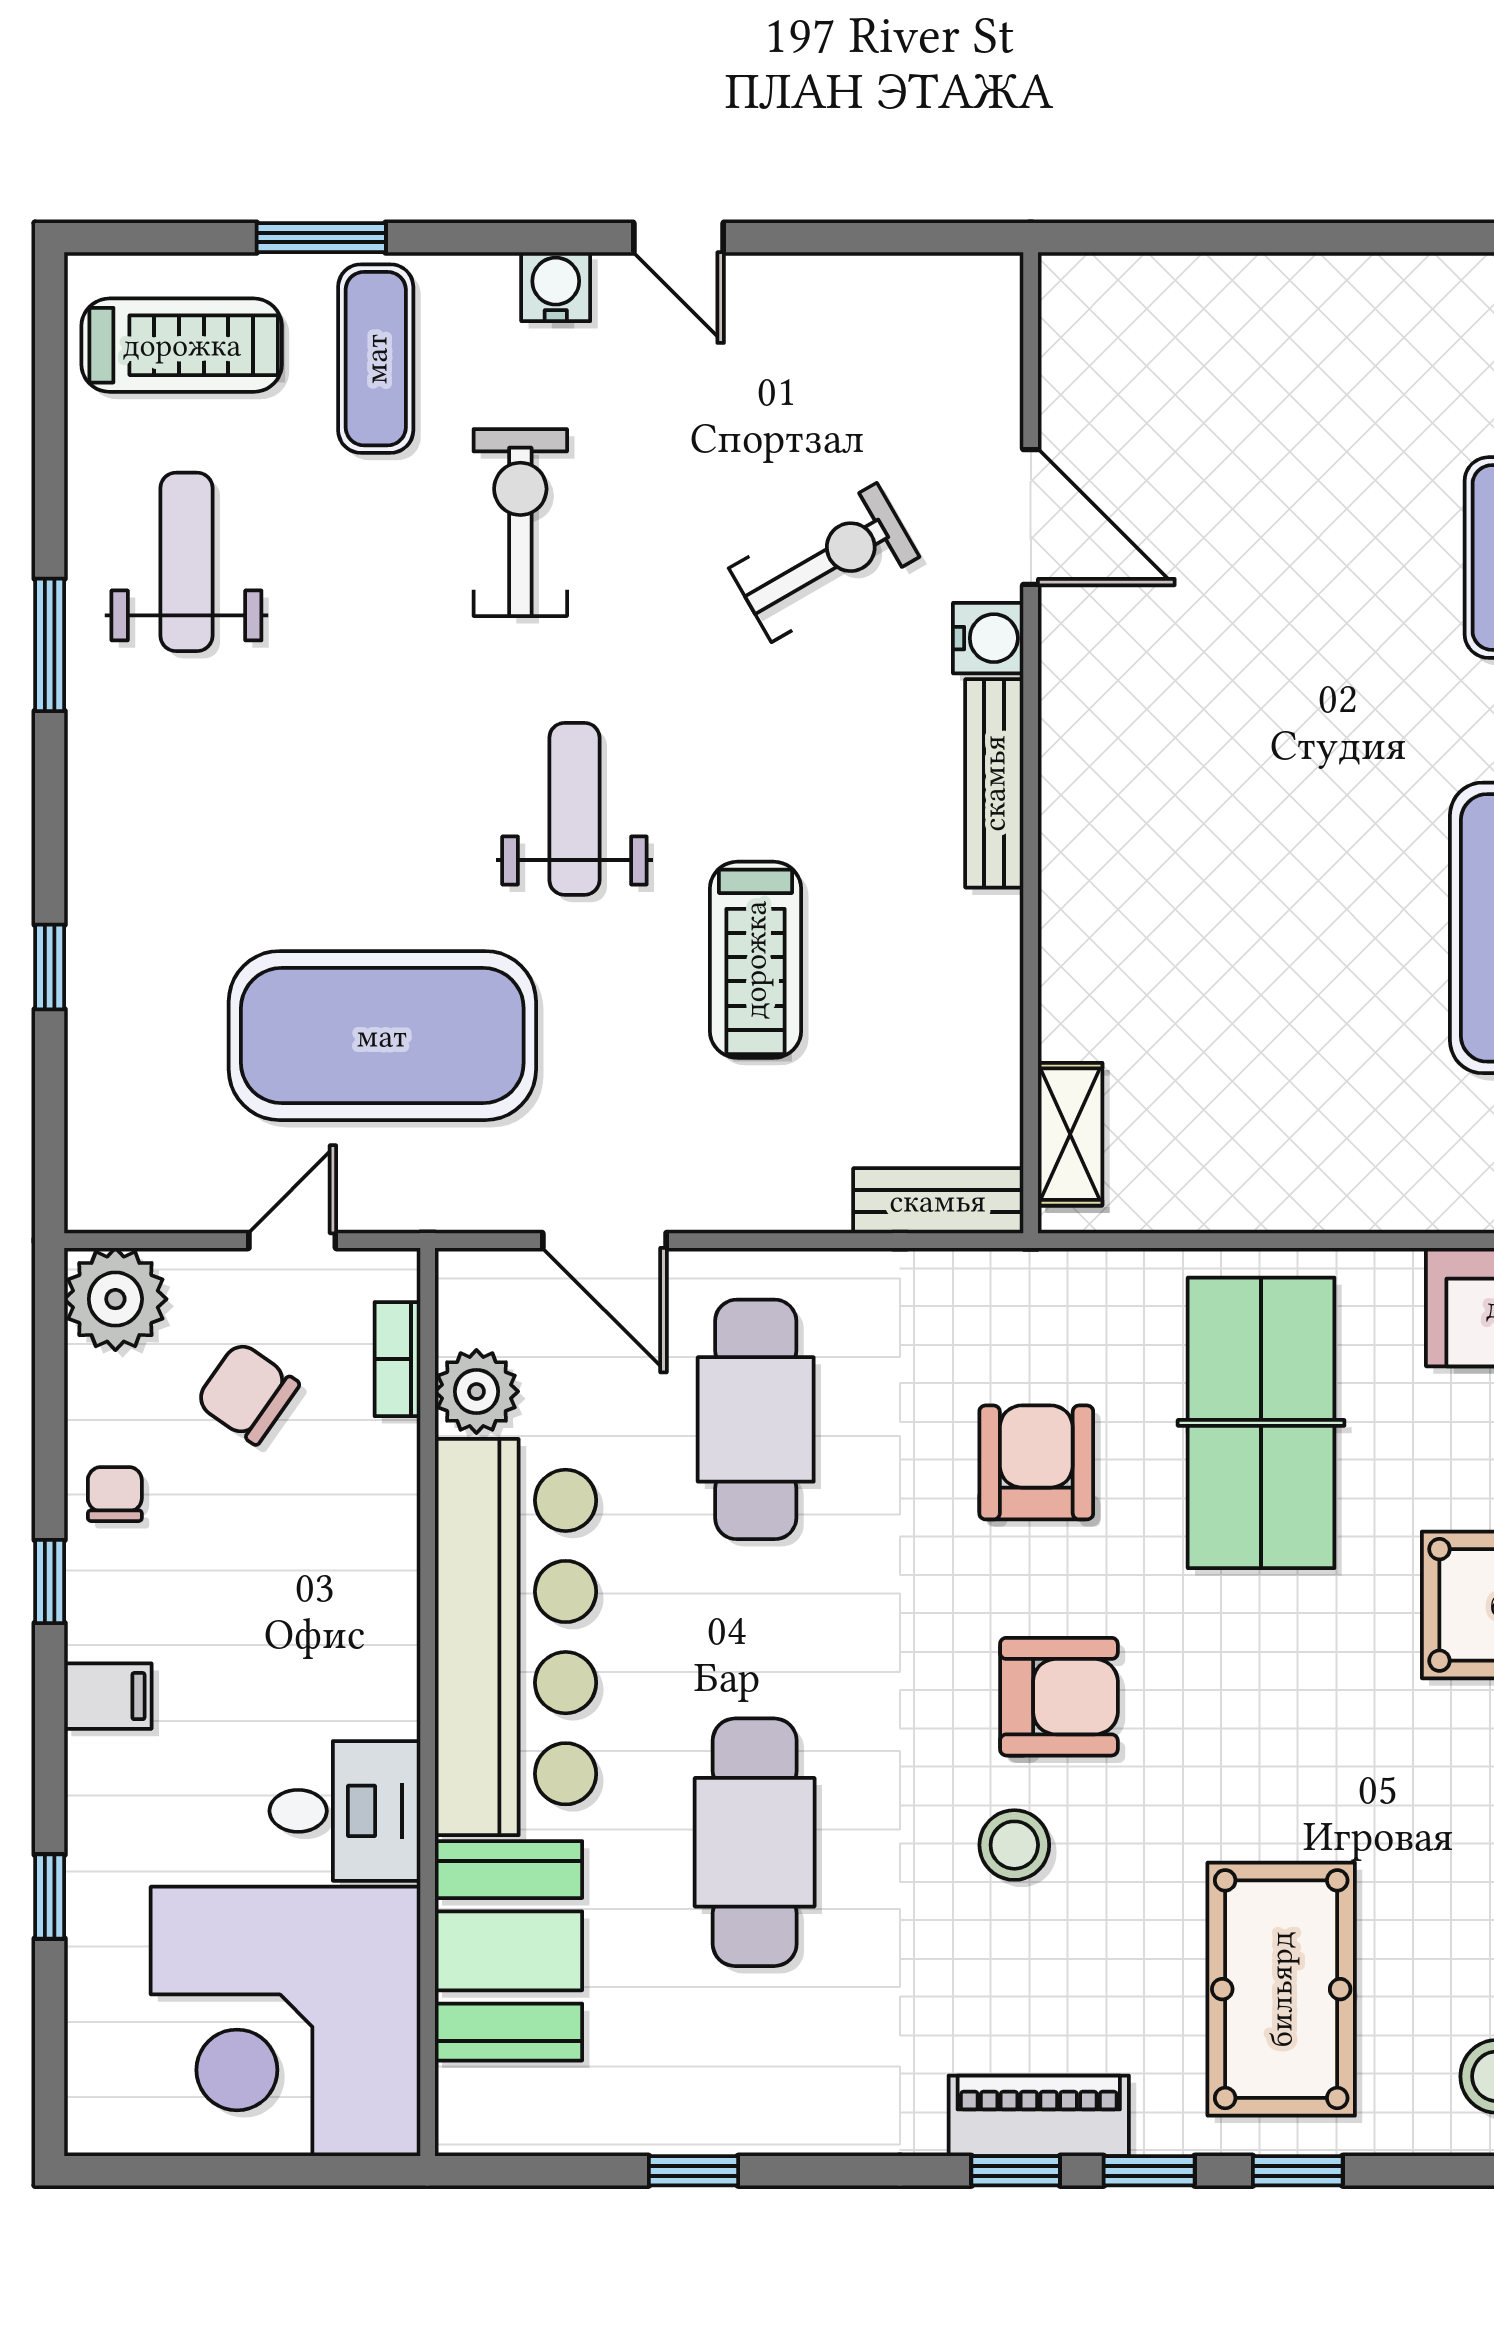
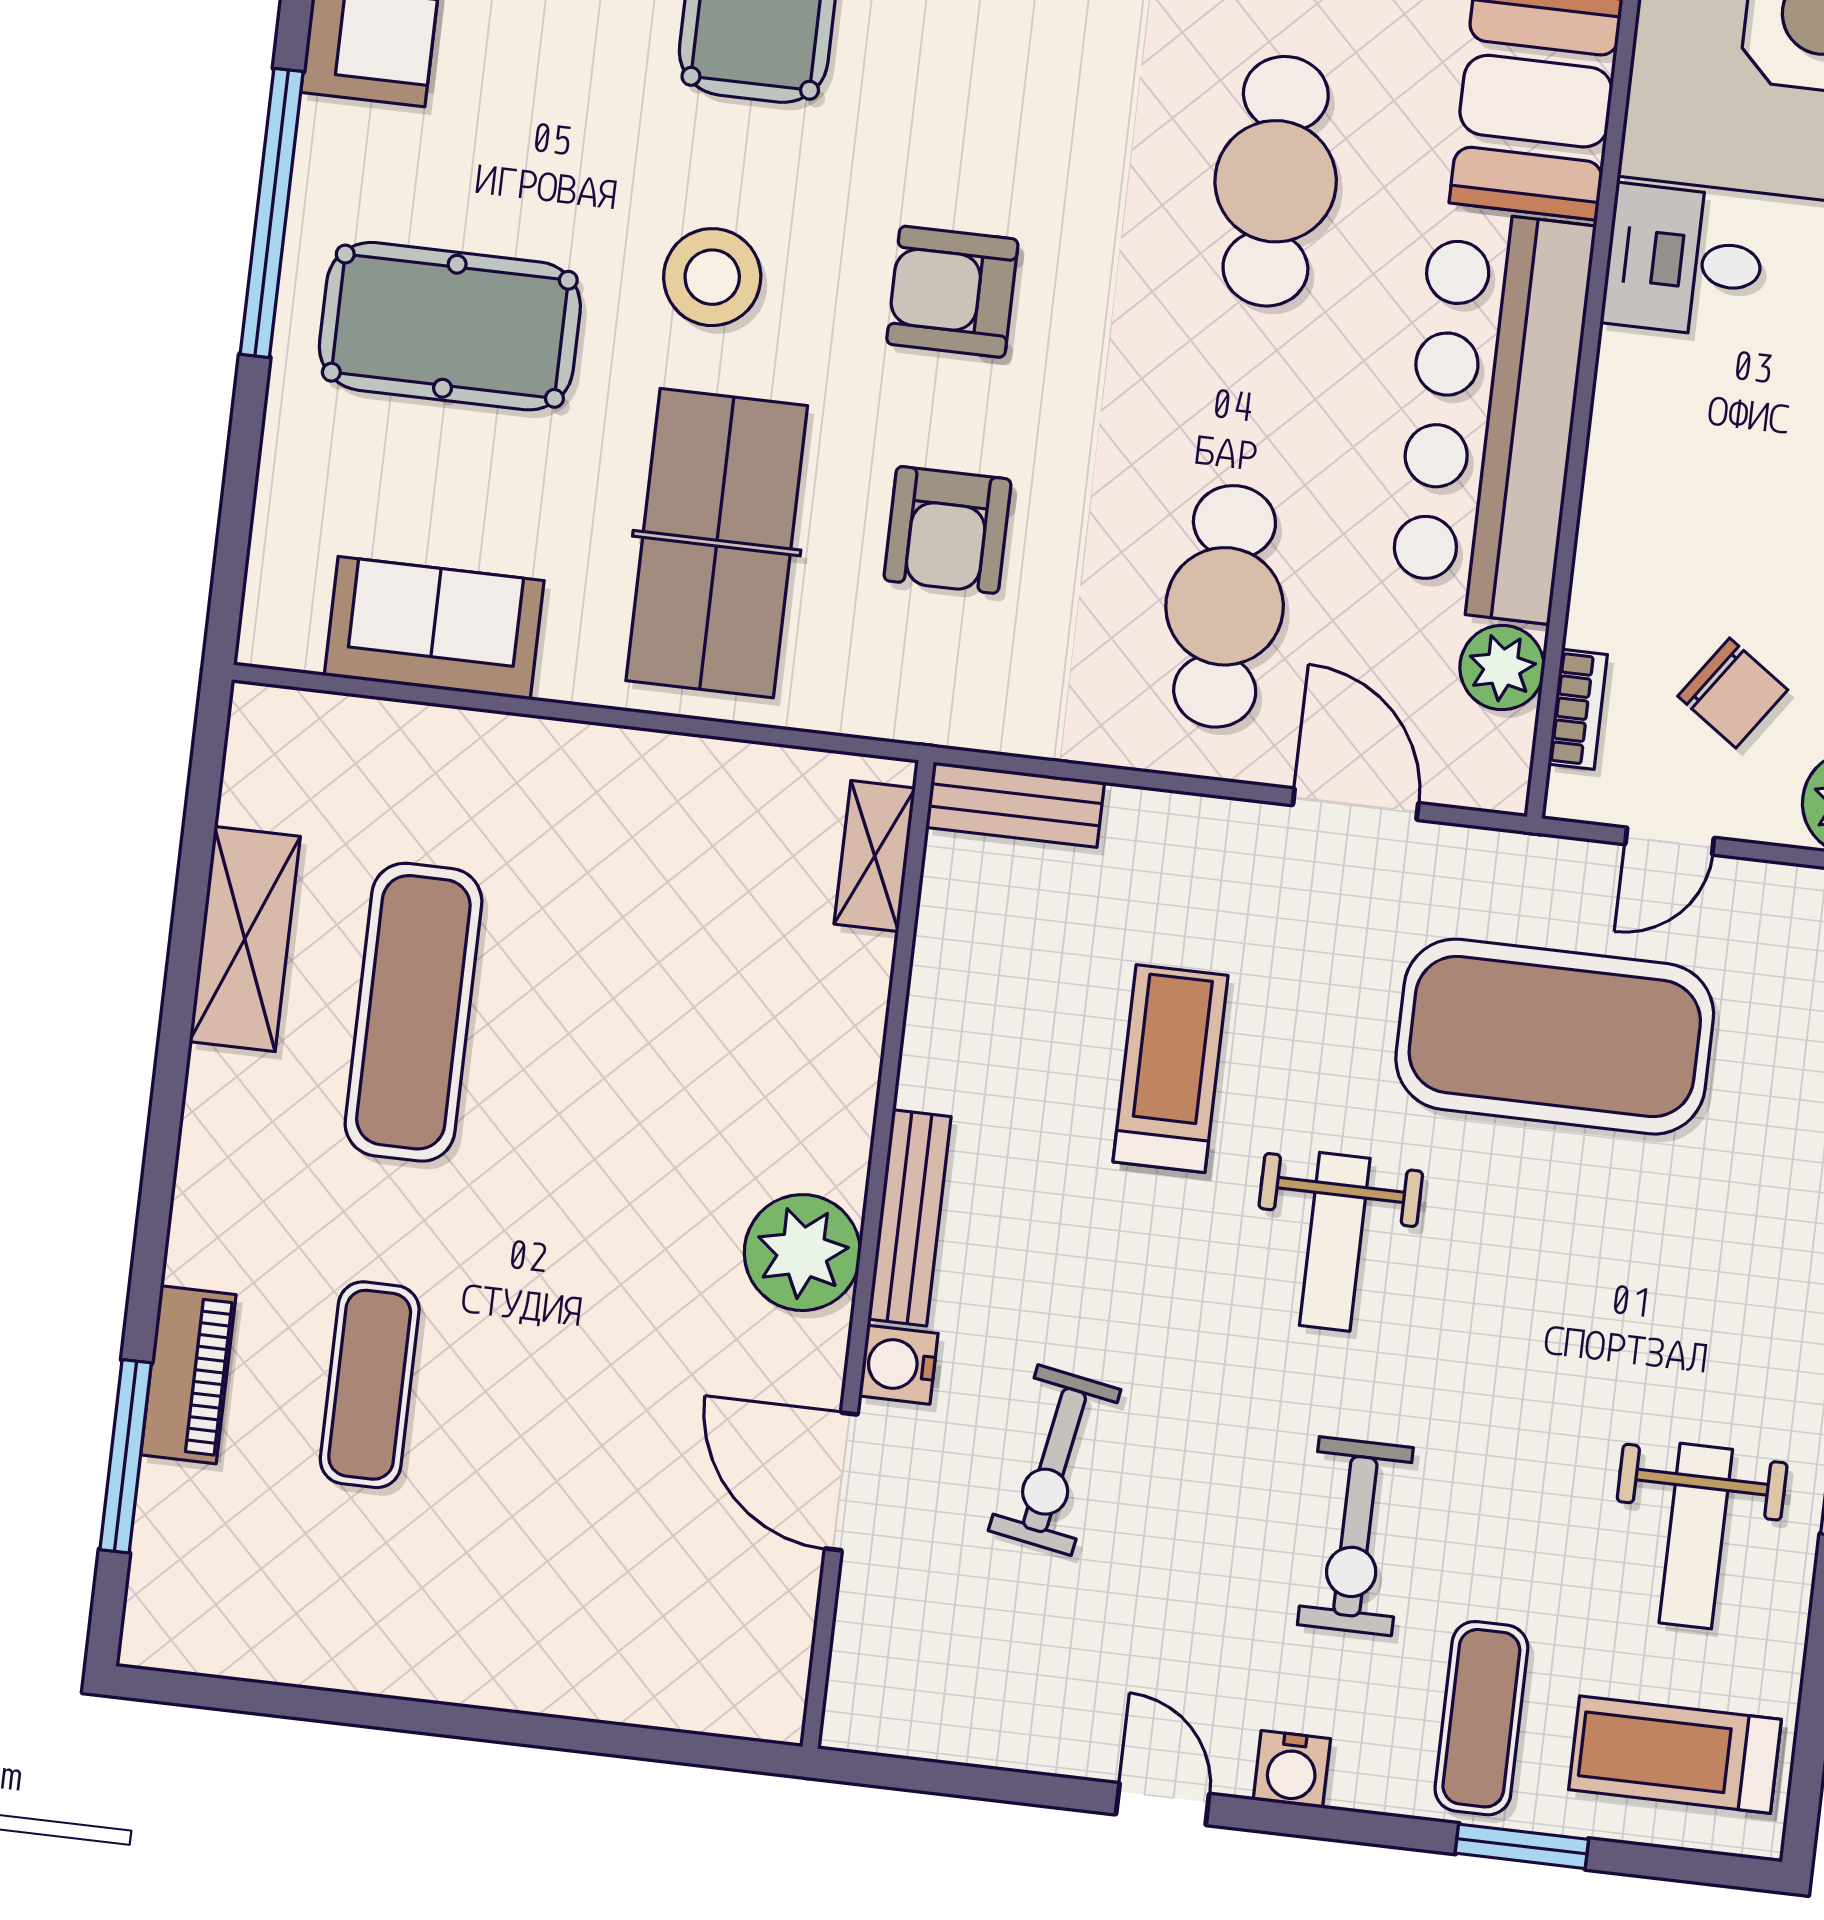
exercise bike: (824, 563) -> (1055, 1460), turned -50
plant: (1095, 737) -> (802, 1253), added
stool: (1014, 1845) -> (712, 277), moved, width x1.38, depth x1.38

